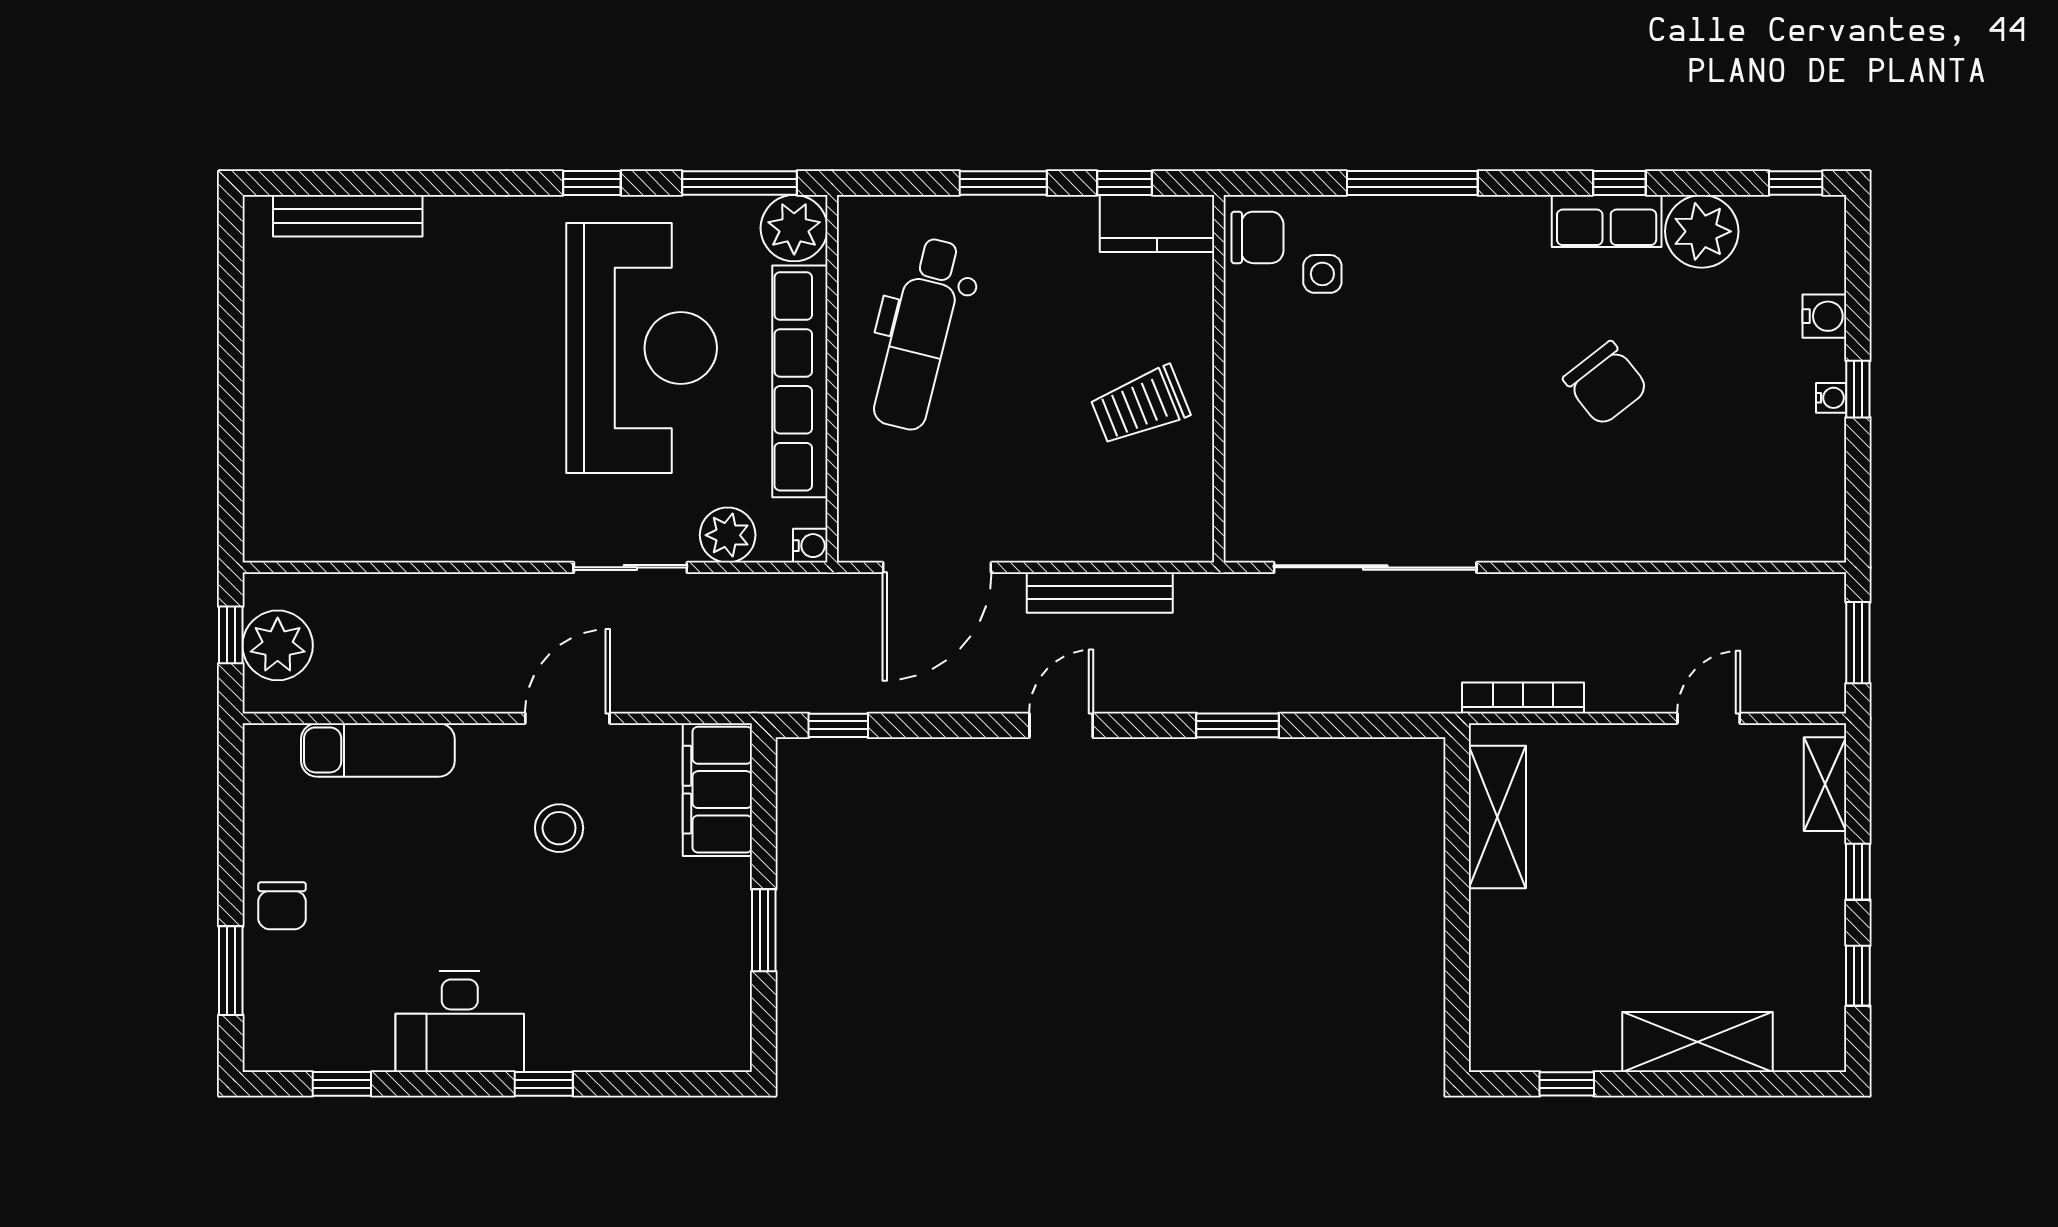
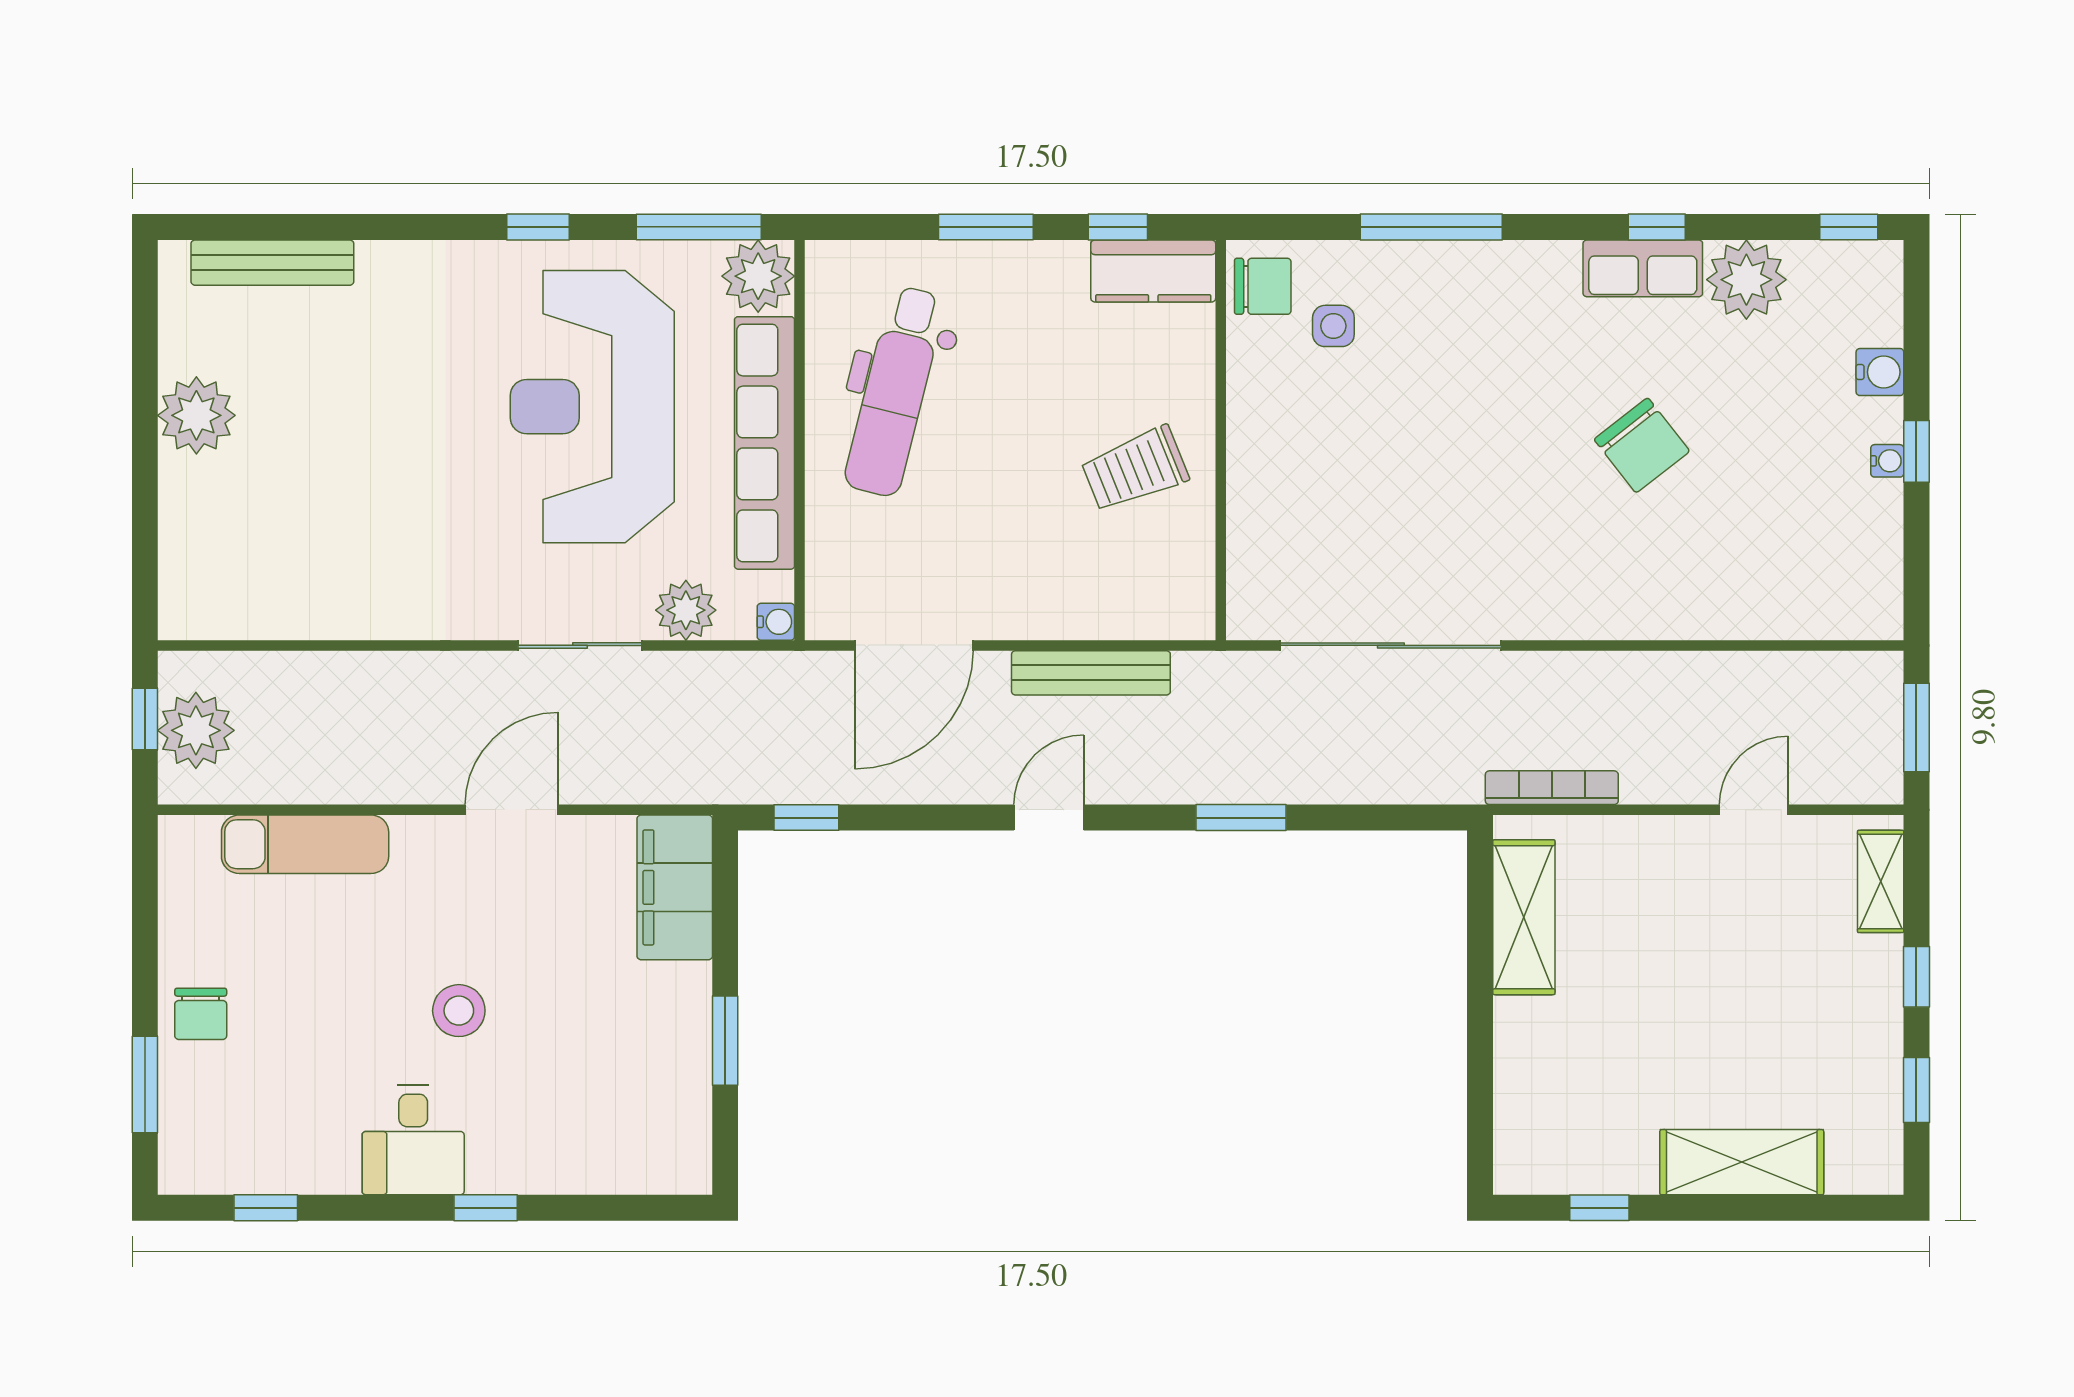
reception desk: (642, 348) -> (592, 407), turned 180
plant: (278, 356) -> (196, 415), added
stool: (559, 828) -> (459, 1011), moved
desk: (460, 1022) -> (413, 1140), width x0.73

